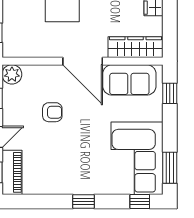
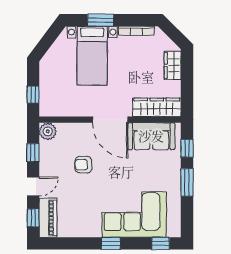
armchair: (52, 112) -> (83, 165), turned 180
corner sofa: (137, 158) -> (134, 215), moved, turned 90
window: (170, 168) -> (187, 182), moved

